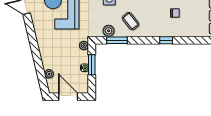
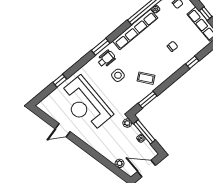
plant: (109, 31) -> (136, 98), removed
window: (166, 40) -> (192, 62), moved
window: (92, 65) -> (144, 132), width x1.44

